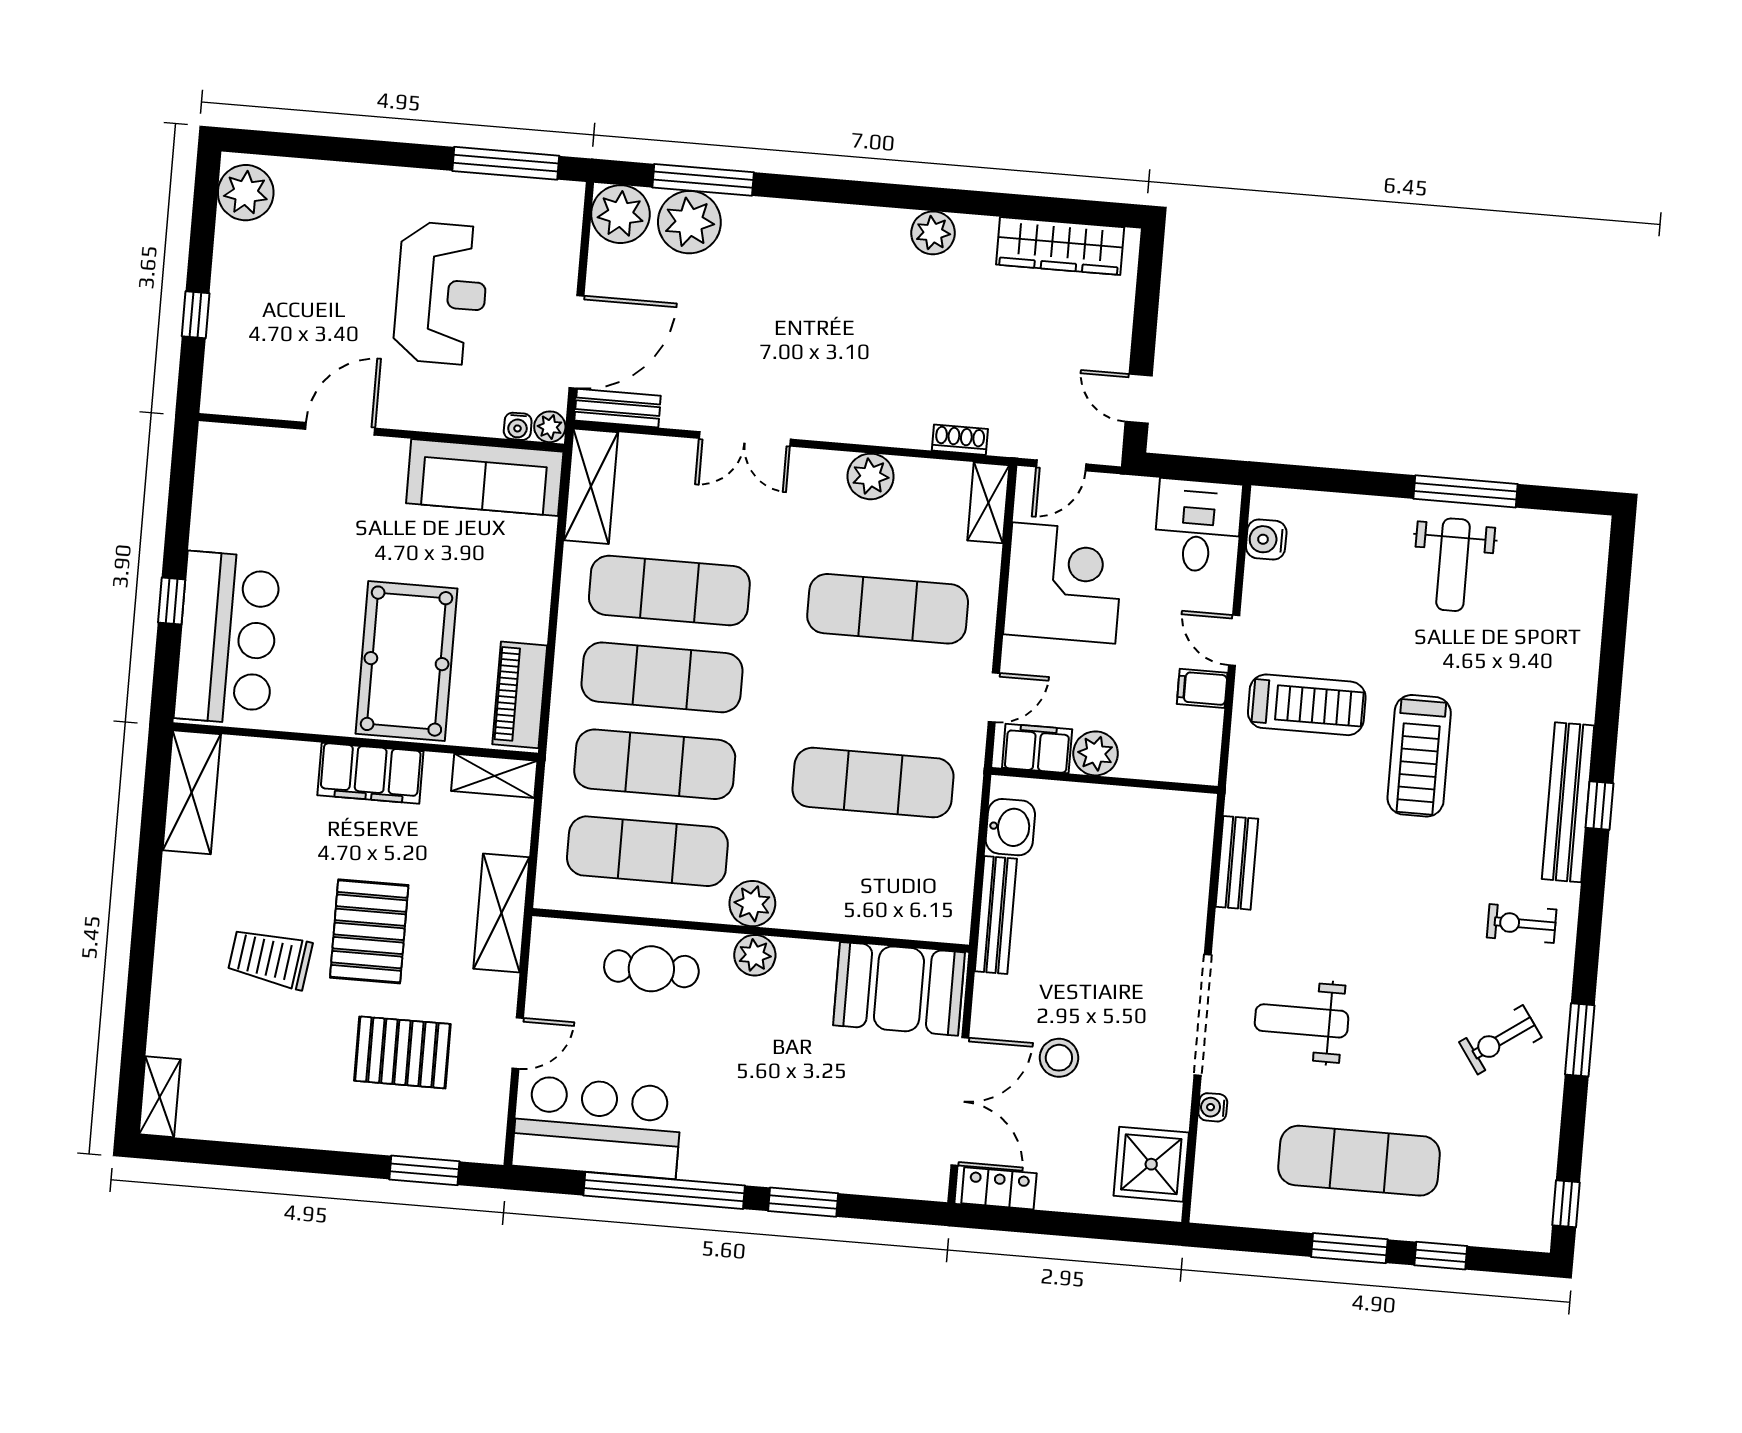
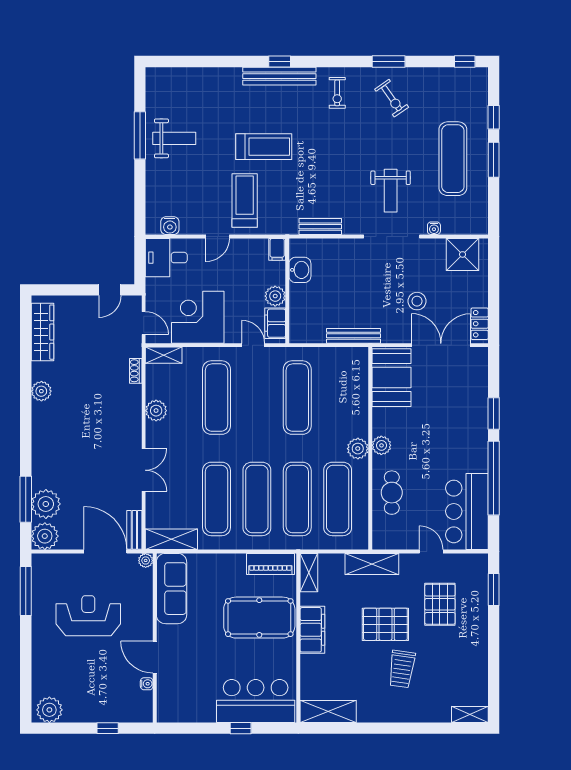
water cooler: (518, 426) -> (147, 684), moved
filing cabinet: (1202, 688) -> (277, 249), moved
washbasin: (1010, 827) -> (300, 270), moved, turned 90

